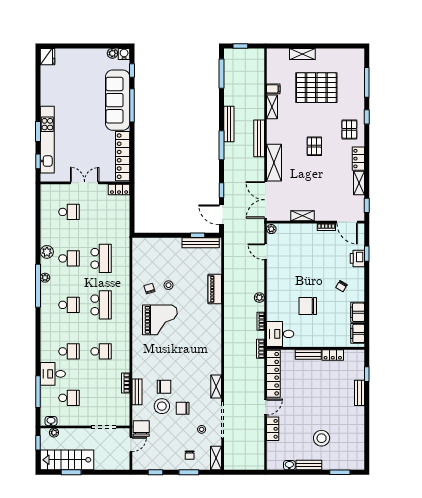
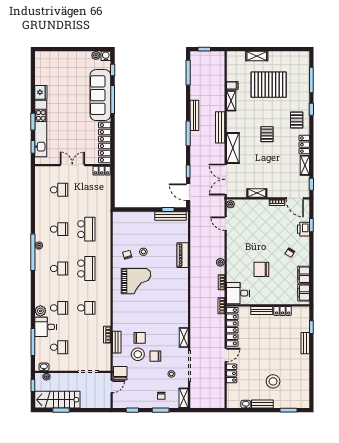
fridge: (47, 57) -> (41, 92), moved
plant: (47, 252) -> (40, 311), moved

